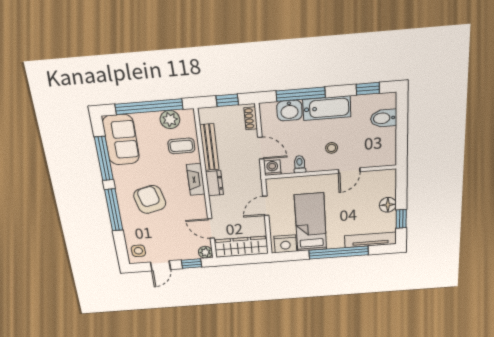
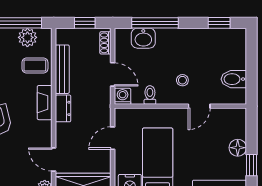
bathtub: (327, 108) -> (179, 39), removed
bidet: (384, 118) -> (234, 79), moved

